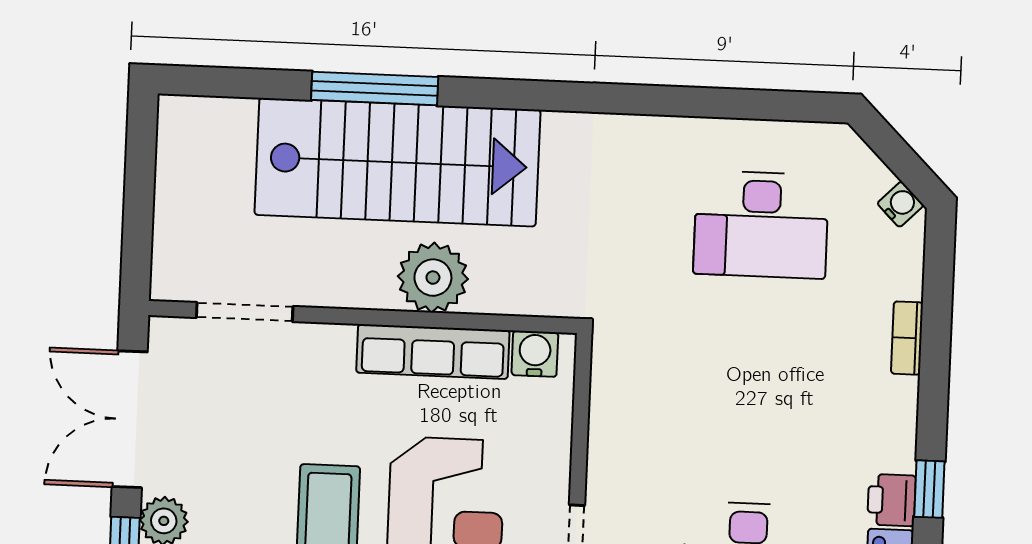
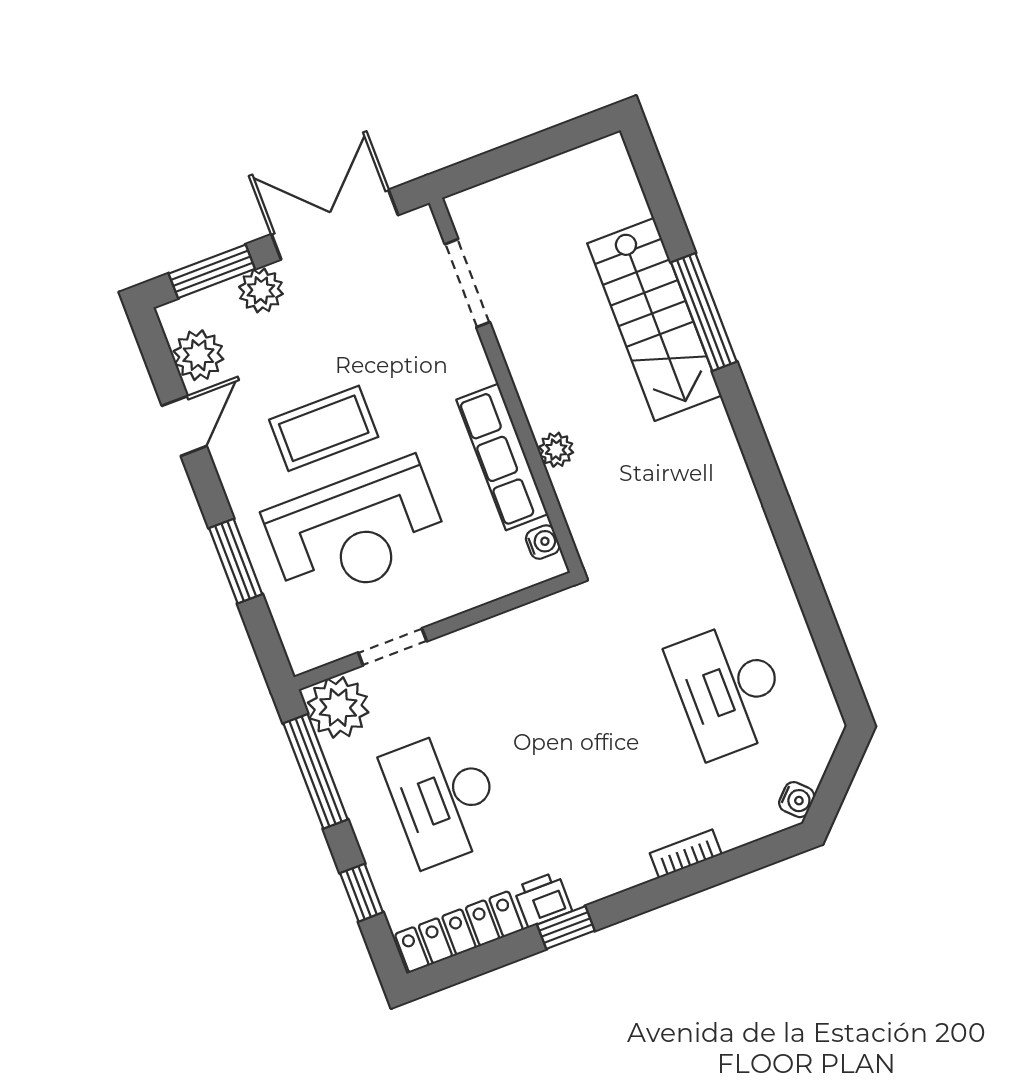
stairs: (397, 162) -> (654, 319), width x0.73, depth x0.66
plant: (433, 278) -> (556, 450), width x0.53, depth x0.53
water cooler: (535, 354) -> (543, 542), width x0.72, depth x0.72

